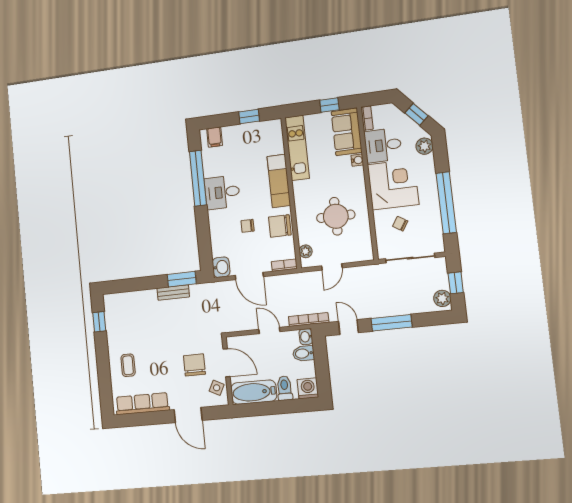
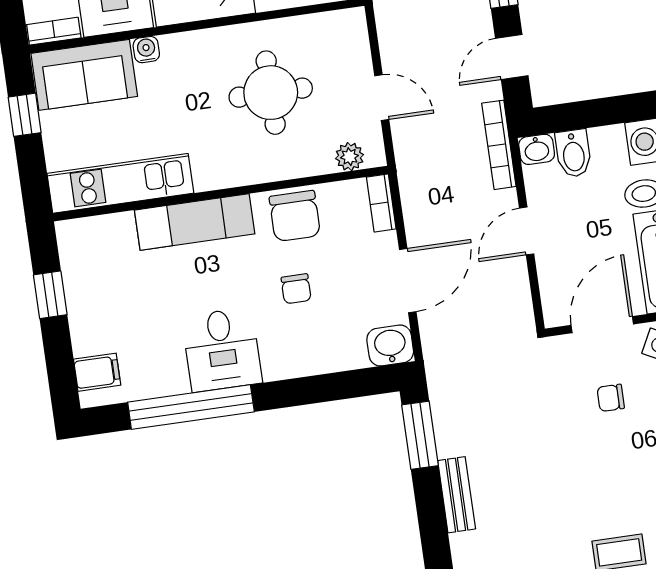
bench: (173, 293) -> (457, 495), moved
chair: (194, 365) -> (611, 398), width x0.54, depth x0.54

